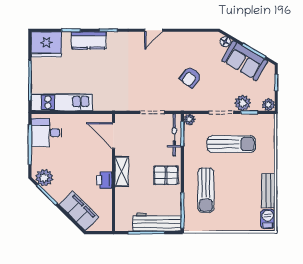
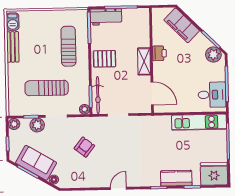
workbench: (157, 222) -> (106, 17), width x0.73

